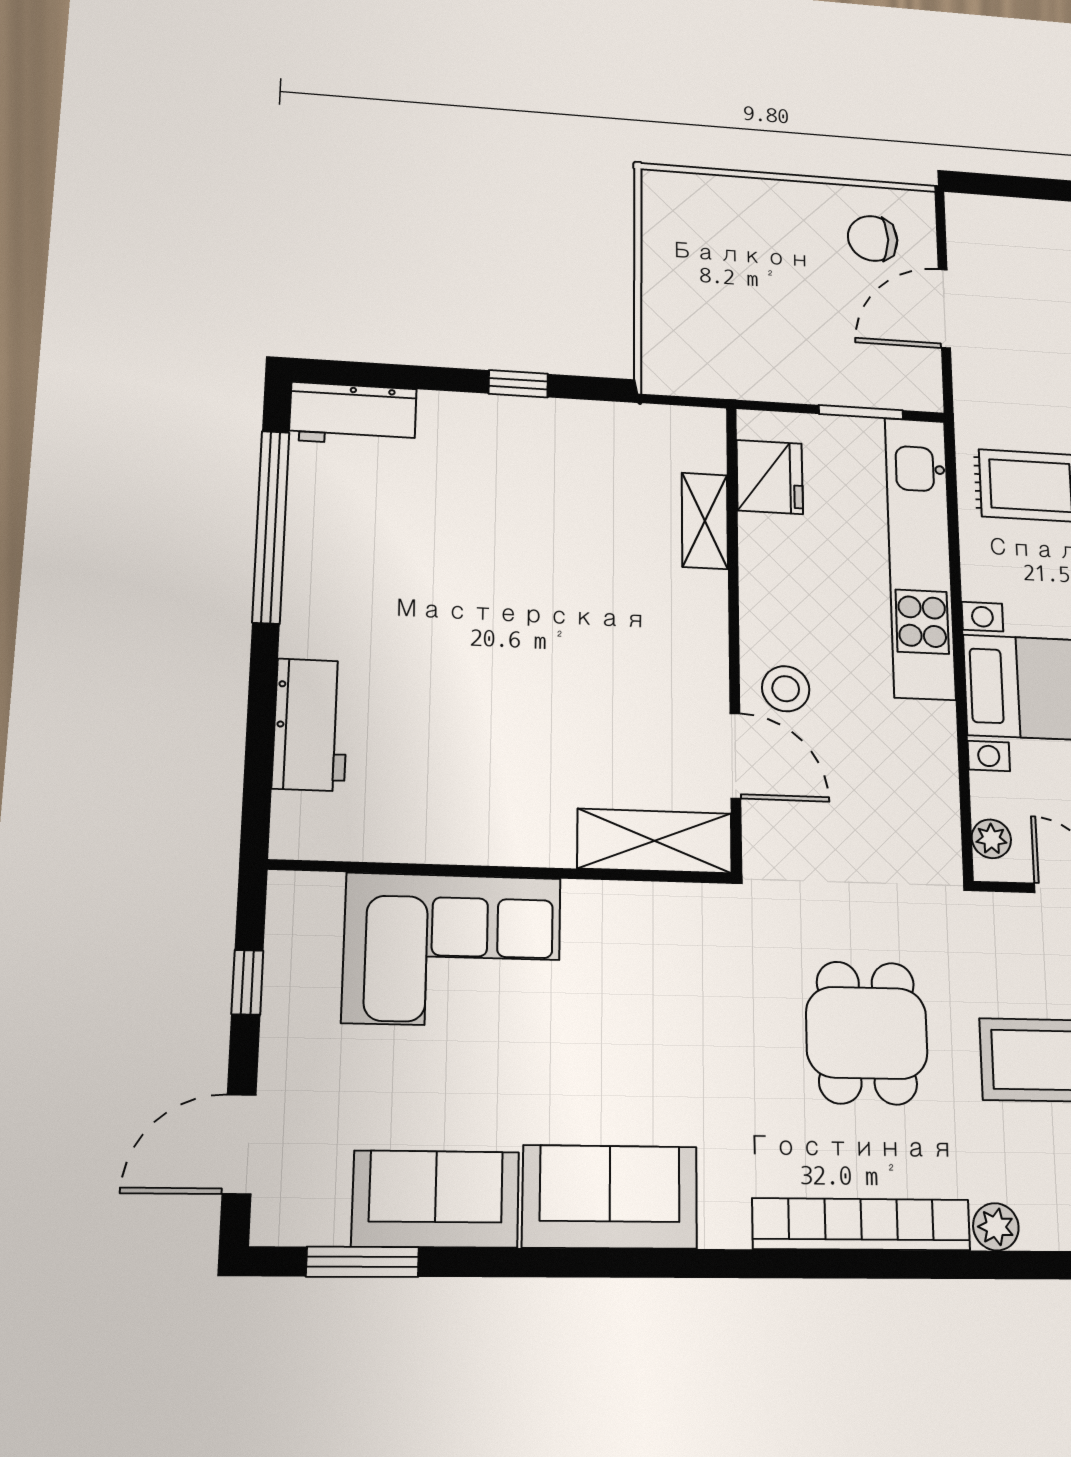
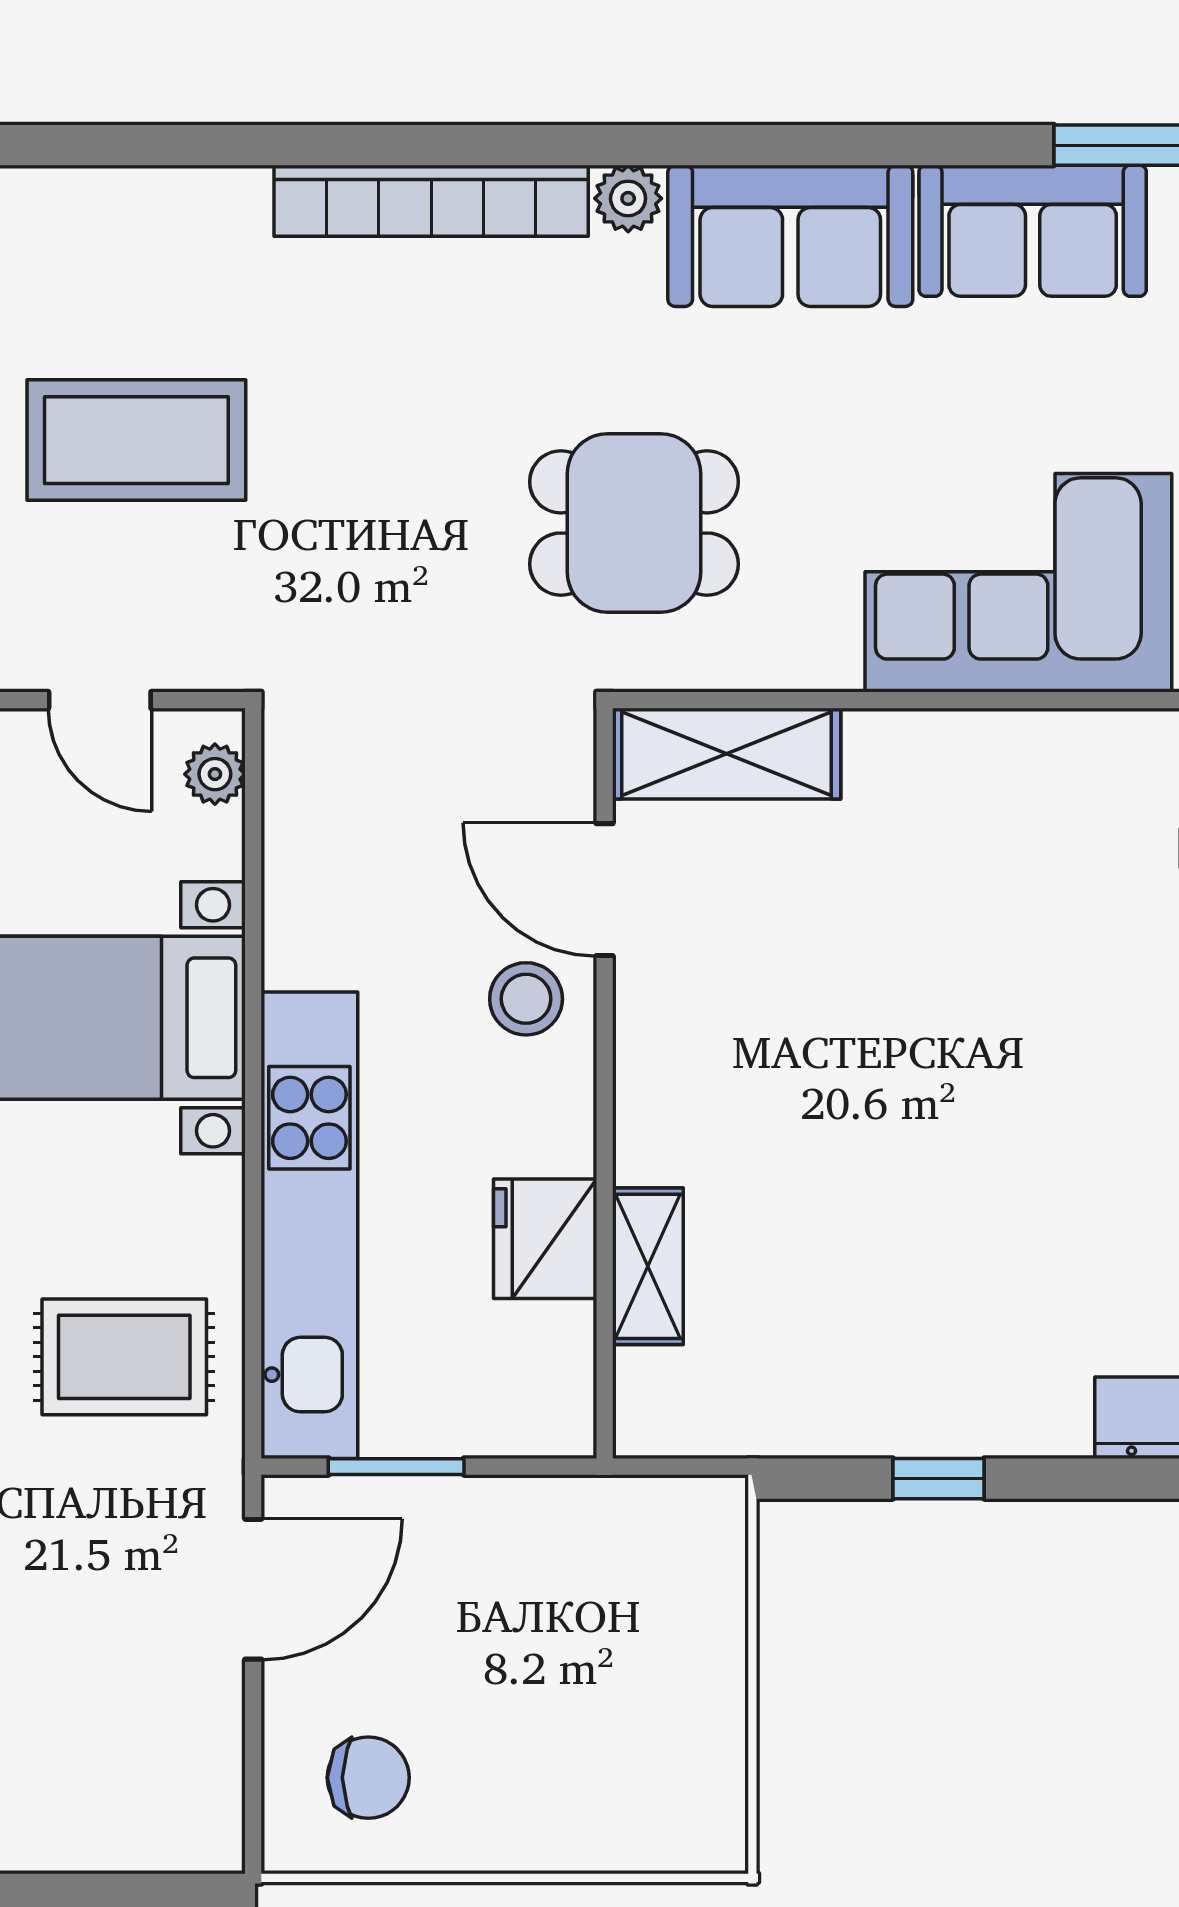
door: (944, 309) -> (253, 1589), moved
fridge: (770, 477) -> (545, 1239), moved
dining table: (867, 1033) -> (634, 523), moved, turned 90
plant: (996, 1227) -> (628, 198), moved

